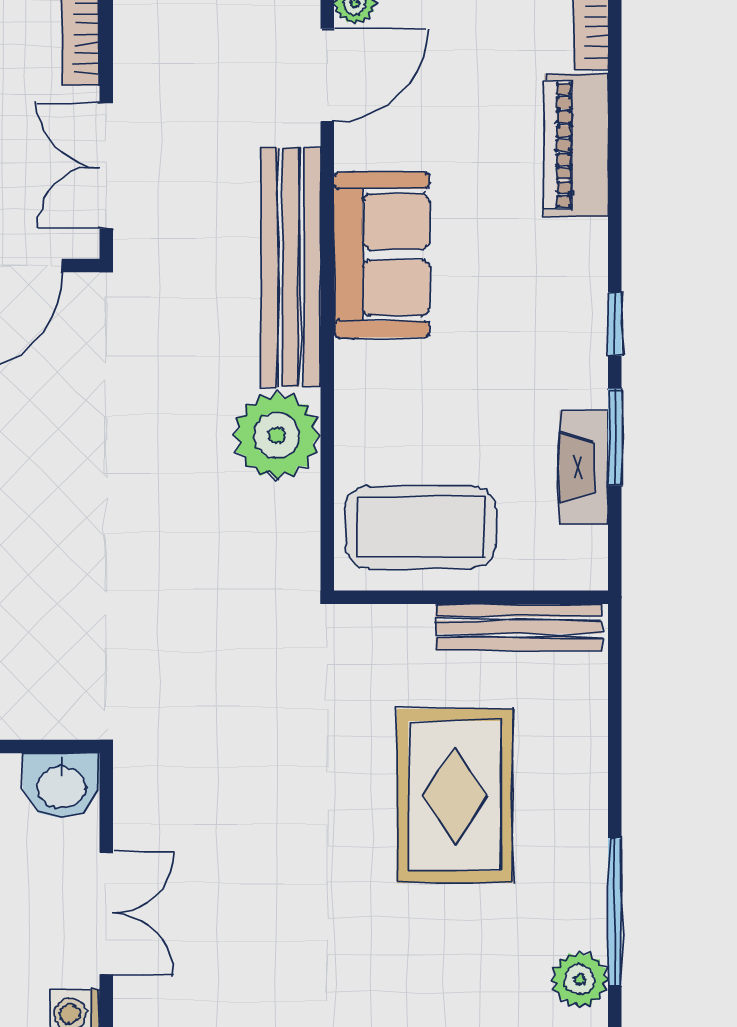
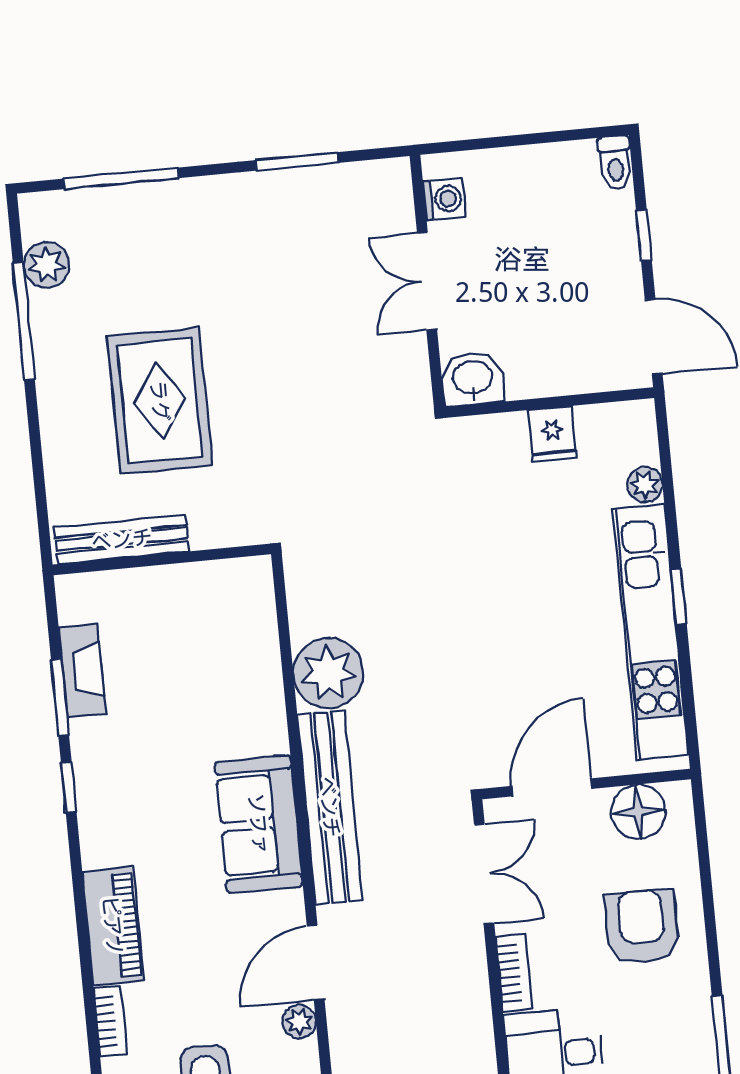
coffee table: (420, 527) -> (207, 611), removed

